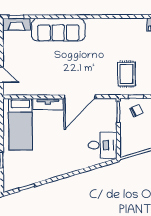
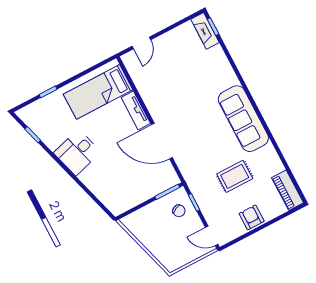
sofa: (58, 30) -> (243, 119), moved
rug: (127, 74) -> (235, 176), moved
desk: (103, 145) -> (77, 152), moved, turned 74

